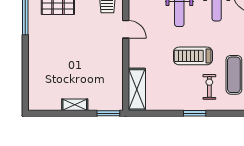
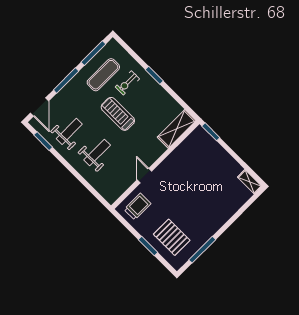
treadmill: (193, 56) -> (118, 114), turned 180
shelving: (75, 105) -> (250, 182), moved

